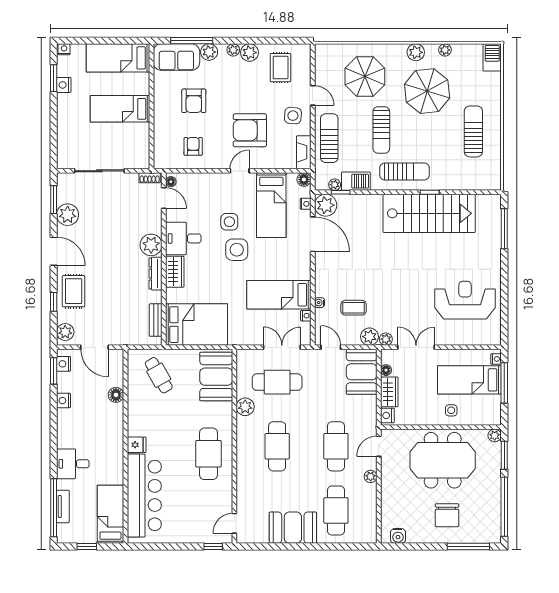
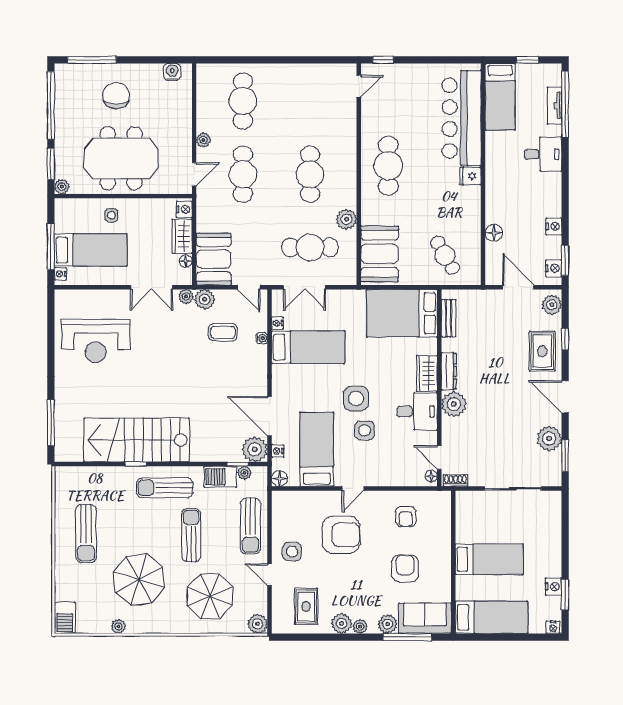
plant: (416, 52) -> (258, 624), moved
fireplace: (304, 152) -> (280, 510), removed
booth: (293, 528) -> (292, 81), removed

